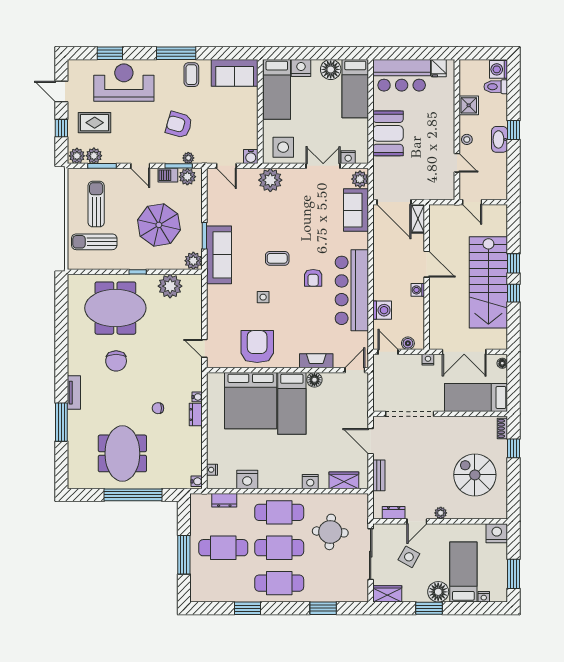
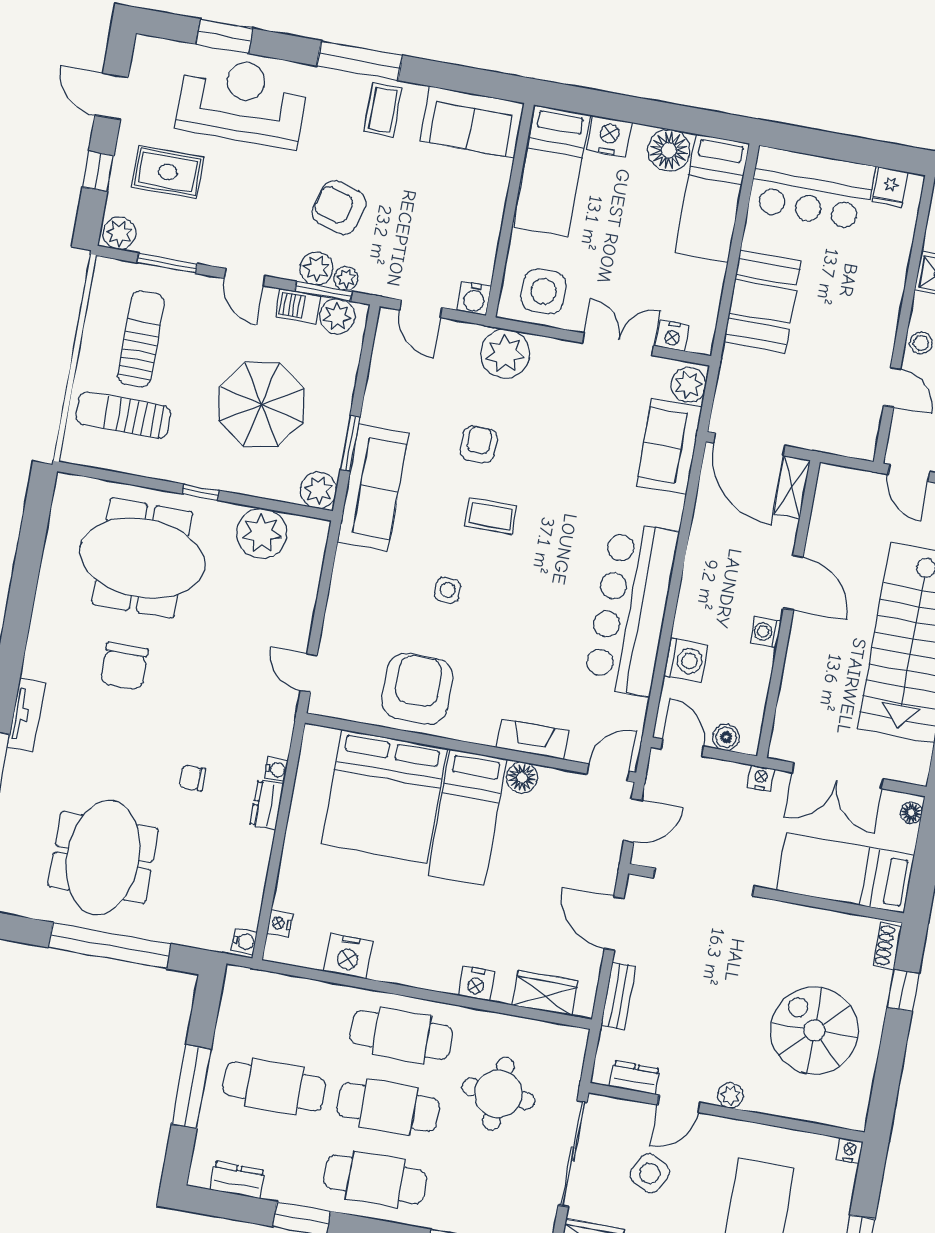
plant: (94, 156) -> (316, 268), moved
armchair: (313, 278) -> (479, 444), moved, turned 180
door: (371, 391) -> (633, 820), added
dresser: (224, 500) -> (237, 1180), moved, turned 180
nightstand: (497, 533) -> (850, 1150), width x0.53, depth x0.56

